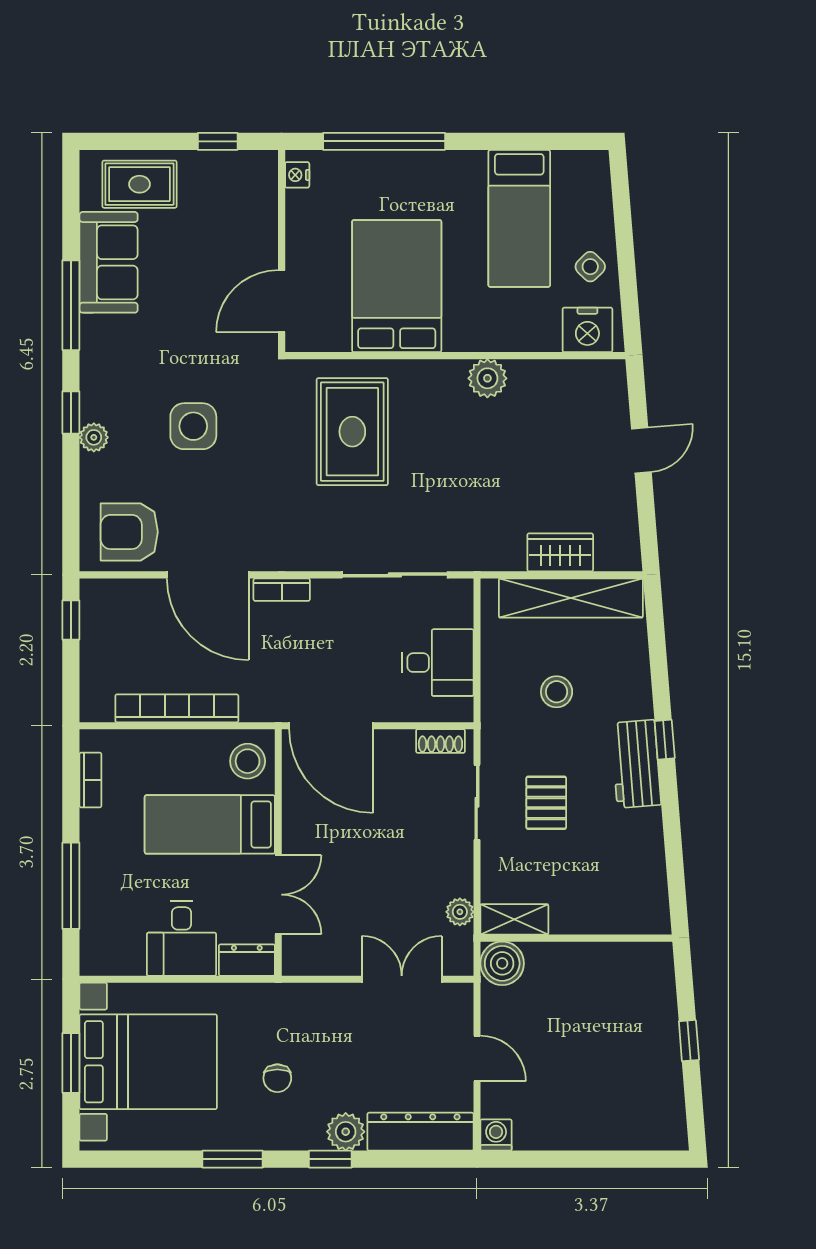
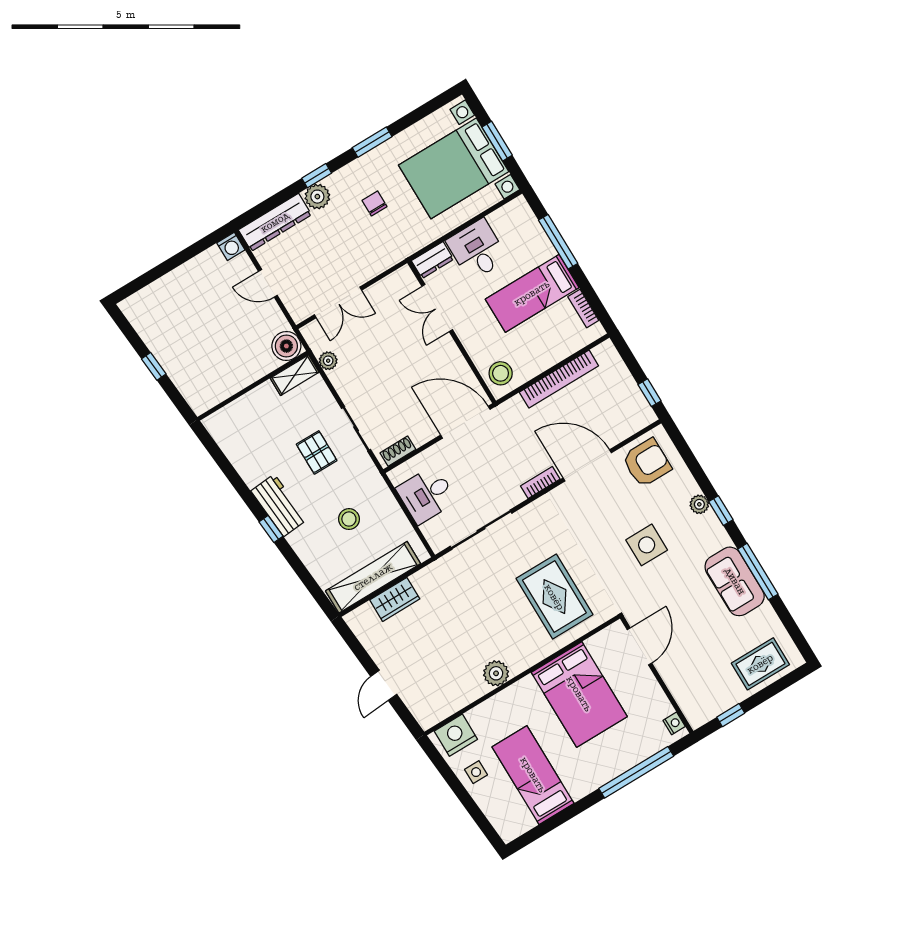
sofa: (109, 262) -> (735, 581), moved
side table: (590, 267) -> (476, 772), turned 45
bed: (210, 824) -> (532, 293), moved, turned 180

